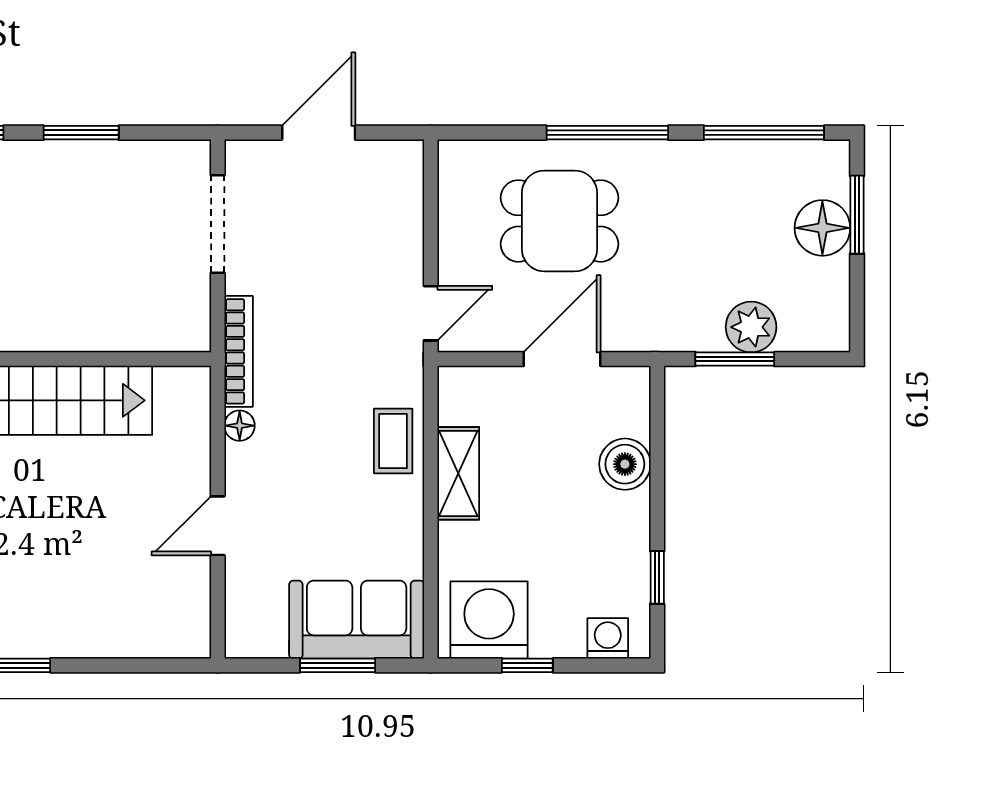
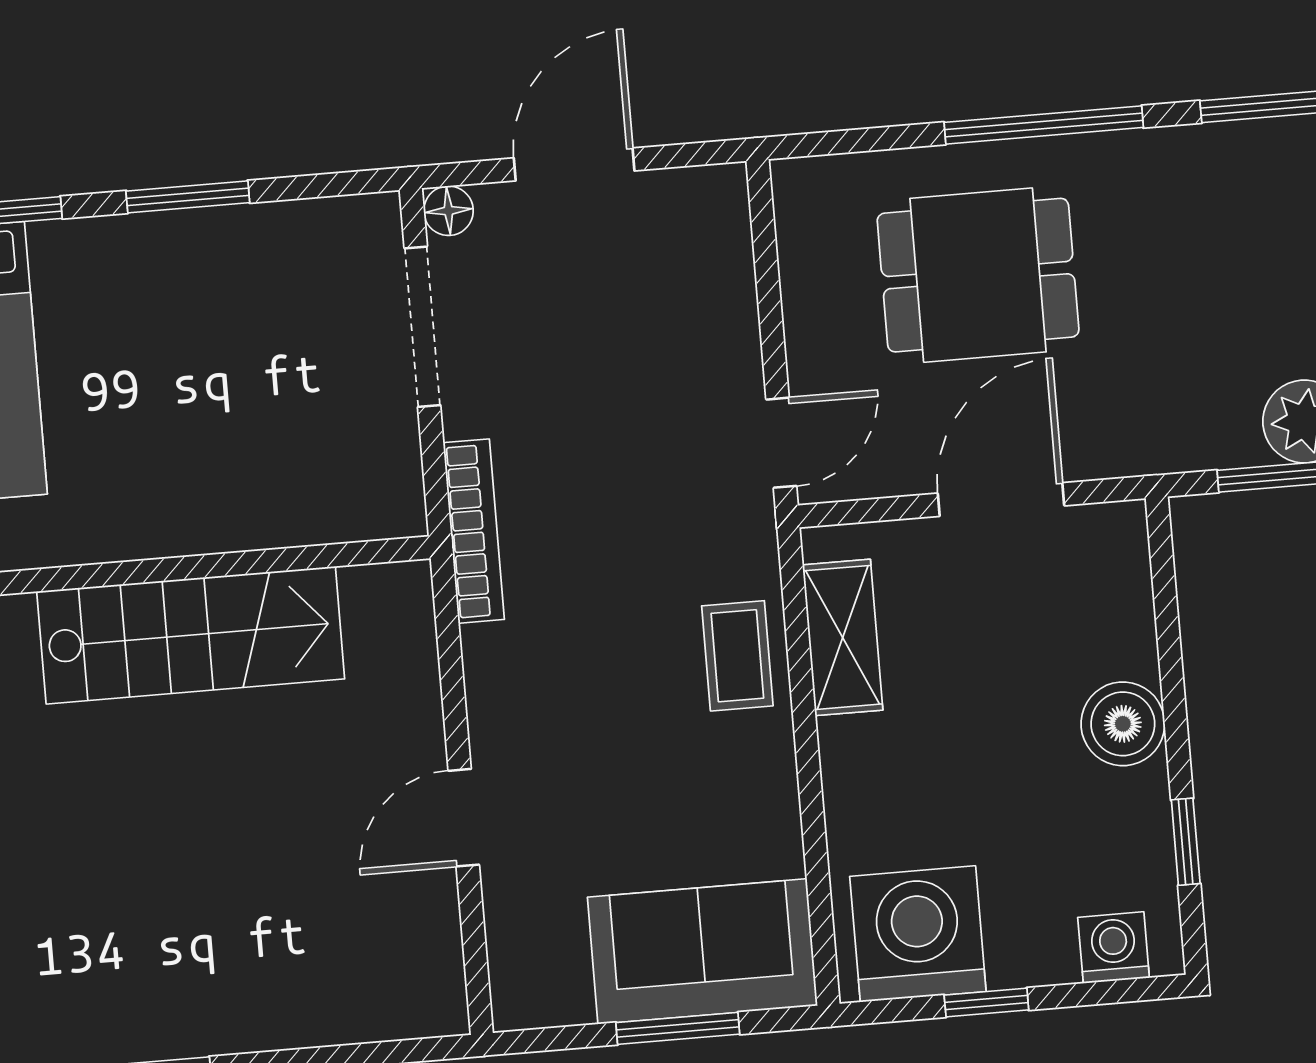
floor lamp: (240, 426) -> (448, 211), moved
boiler: (625, 464) -> (1123, 724), moved
shelving: (458, 473) -> (843, 637), moved

